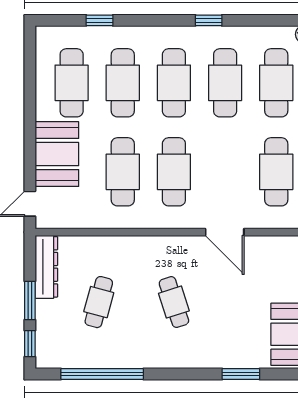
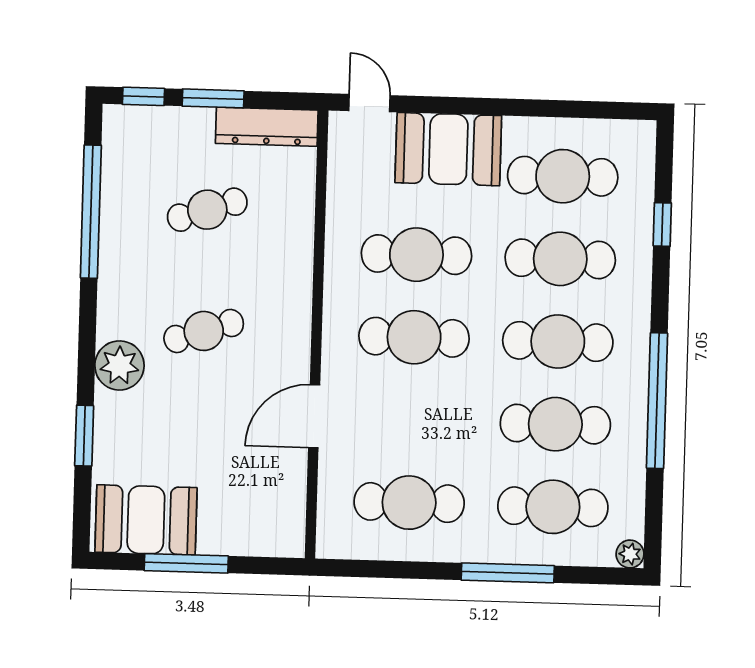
window: (209, 20) -> (657, 401), width x3.17
cafe table: (99, 302) -> (207, 210), turned -33
plant: (197, 354) -> (119, 365), added

